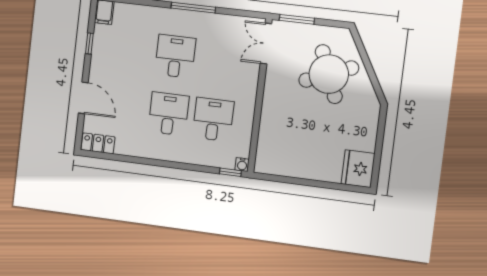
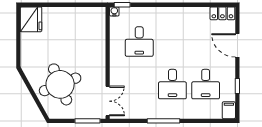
desk: (169, 114) -> (206, 84), moved

